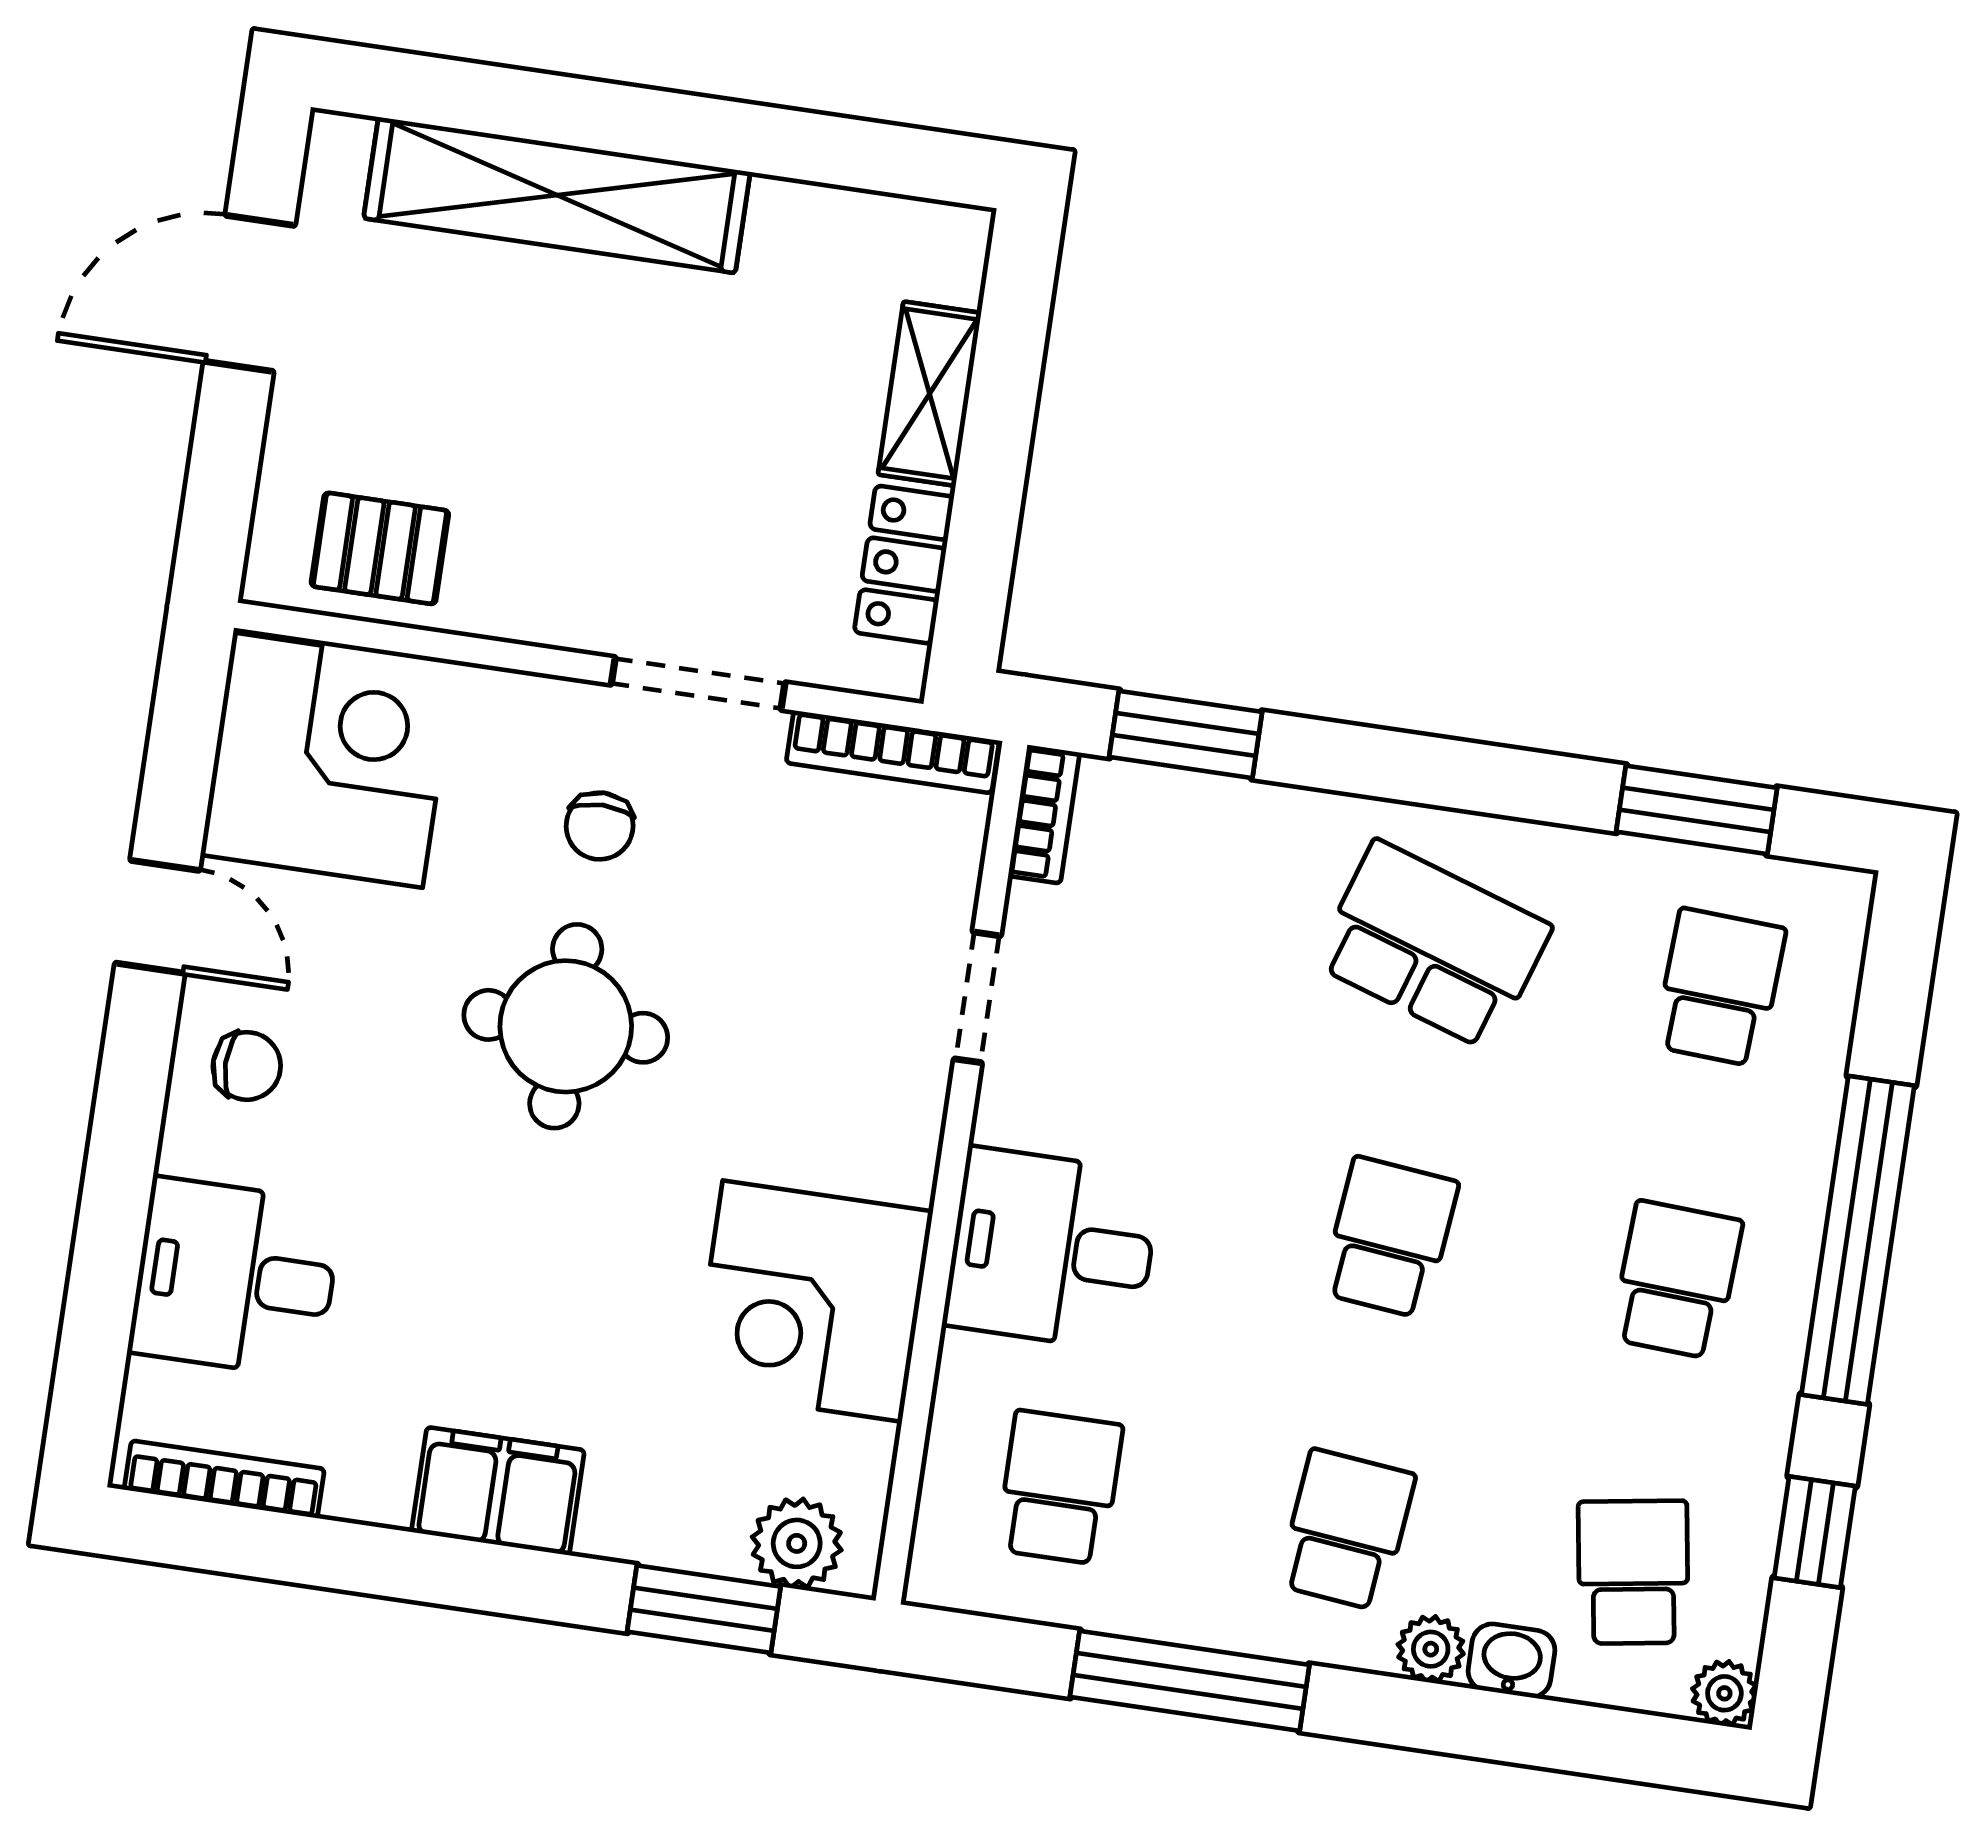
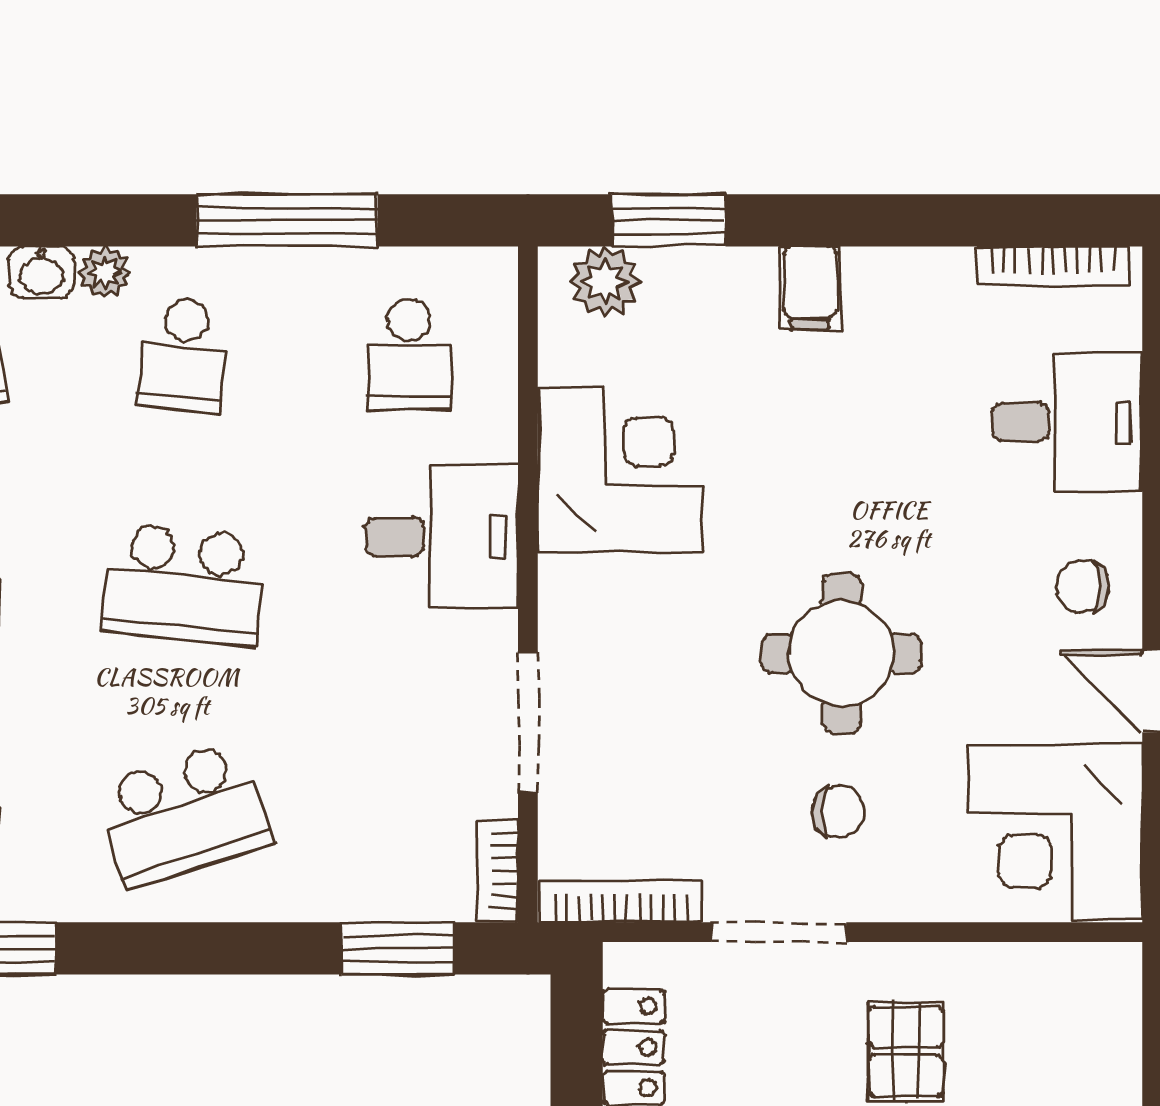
pallet: (380, 548) -> (906, 1051), moved, turned 90
chair: (600, 826) -> (838, 811), turned 90
school desk: (1433, 945) -> (183, 814), turned -36
doorway: (977, 997) -> (528, 722), width x1.38
school desk: (1390, 1237) -> (183, 584), width x1.85
filing cabinet: (498, 1491) -> (810, 288), width x0.50

